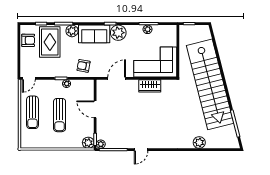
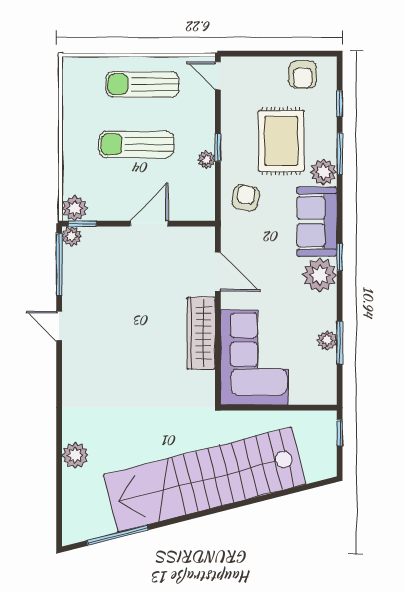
rug: (50, 42) -> (281, 141), moved, turned 90
wardrobe: (150, 86) -> (201, 333), width x1.50

